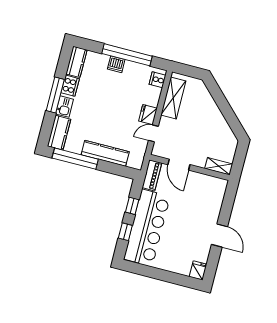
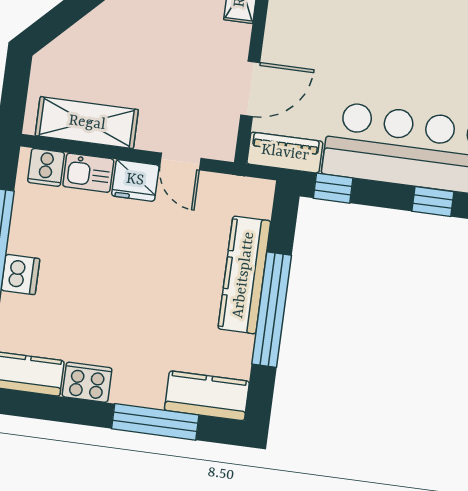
window: (55, 95) -> (155, 422), moved
kitchen sink: (64, 107) -> (88, 173), moved, turned 180
window: (75, 159) -> (272, 310), moved
window: (132, 206) -> (333, 188), moved

